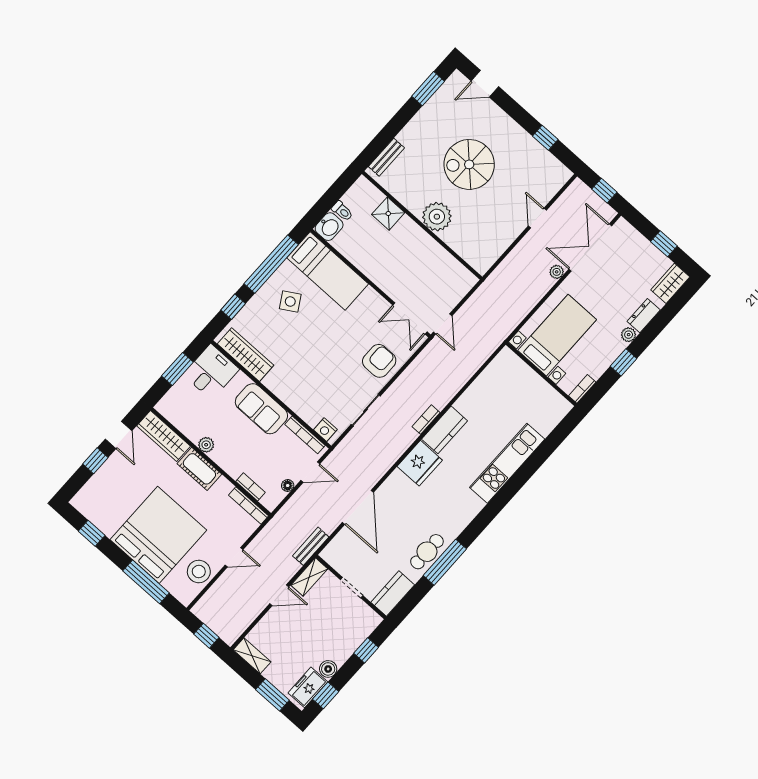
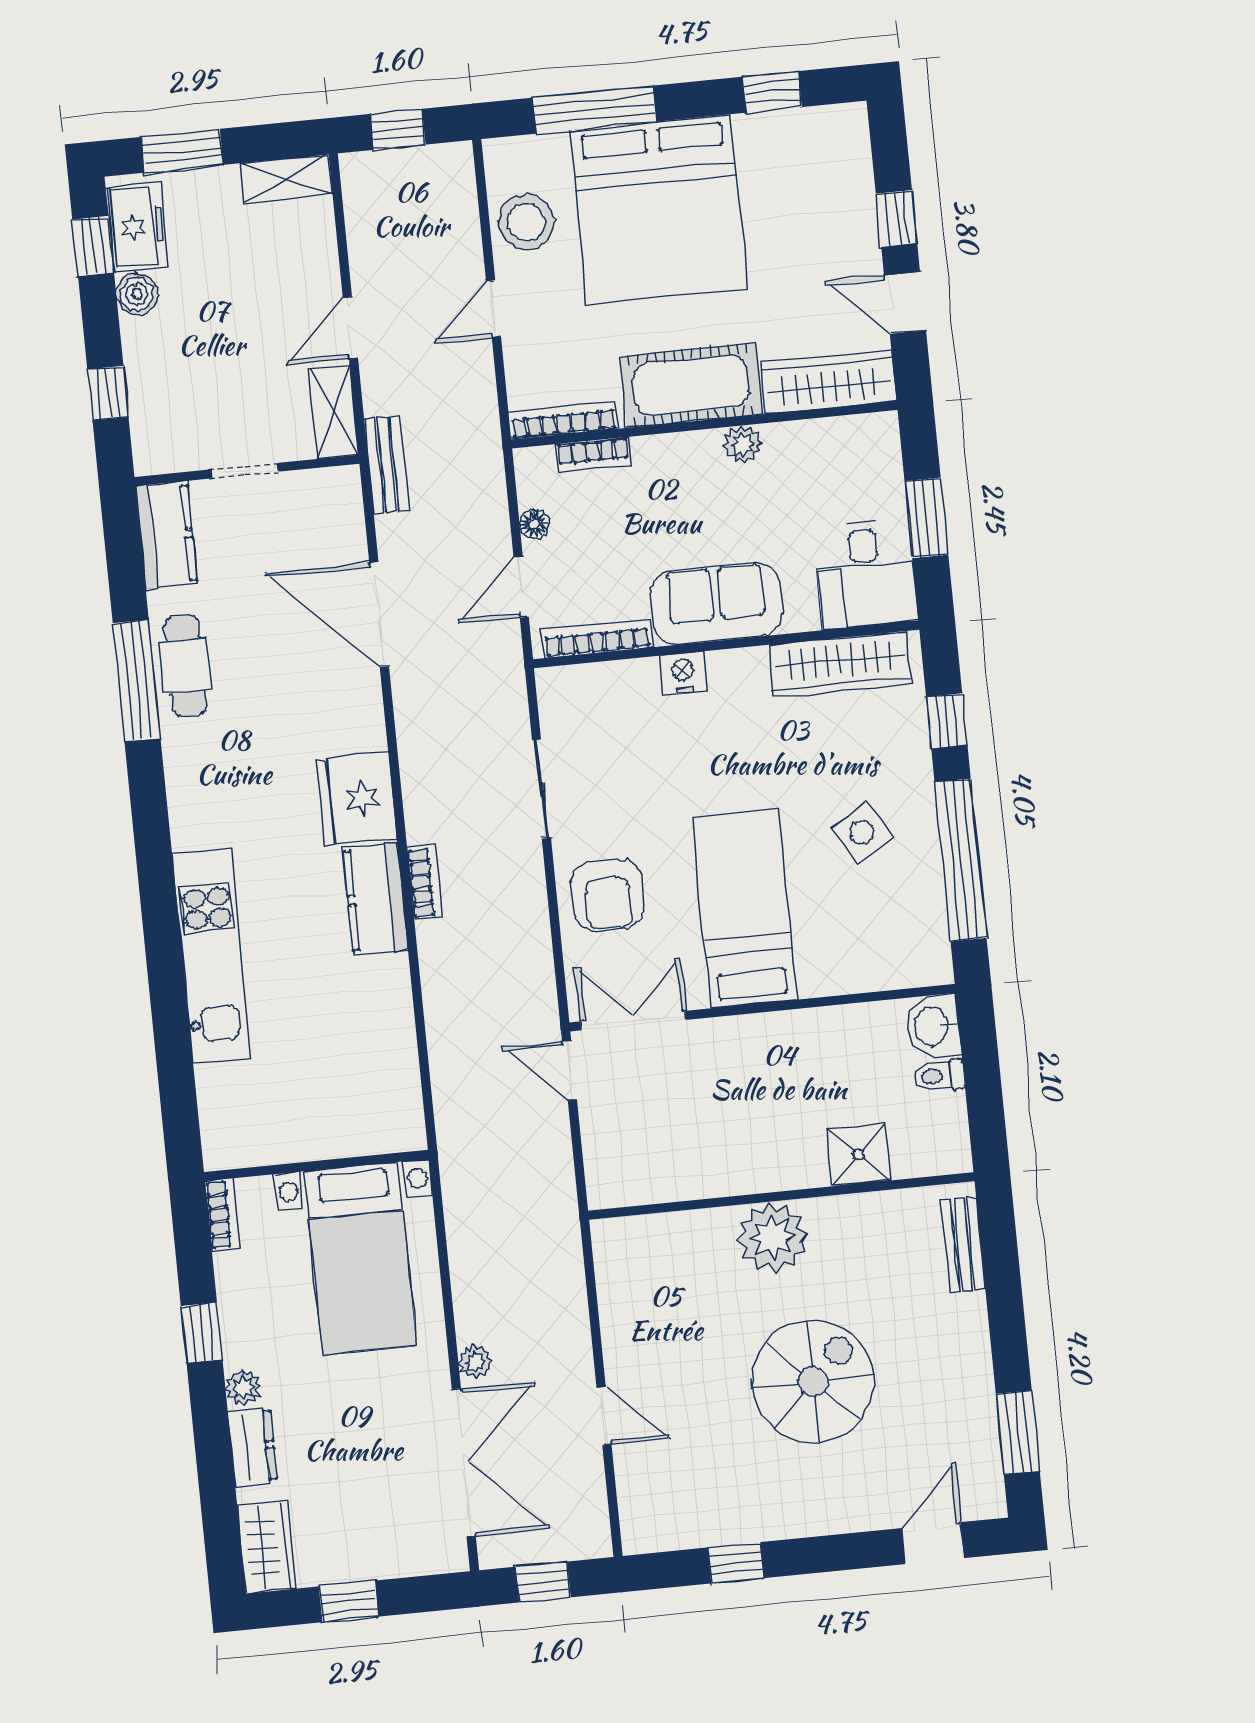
bed: (328, 271) -> (745, 908), moved, turned 90
nightstand: (325, 430) -> (683, 673), moved
cot: (199, 469) -> (691, 385), width x1.37, depth x1.34

